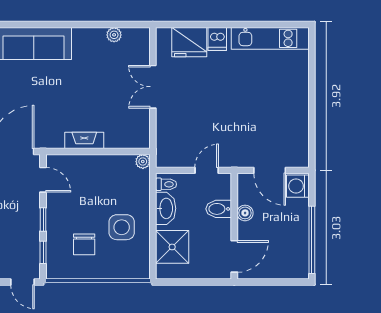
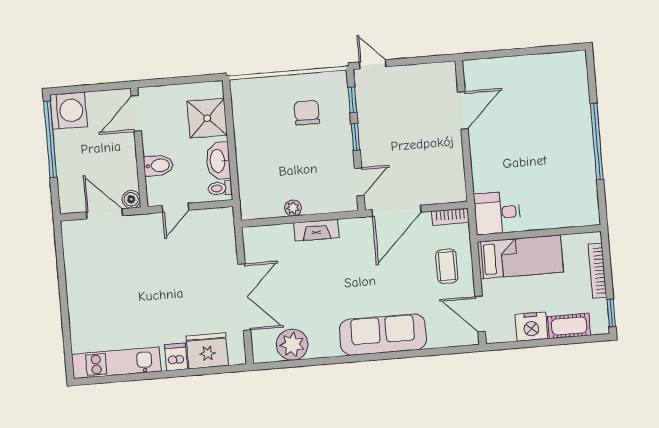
plant: (114, 35) -> (292, 345), width x1.87, depth x1.87
double door: (153, 87) -> (244, 297), width x1.37
plant: (143, 162) -> (293, 208), moved
door: (43, 180) -> (359, 182), swing flipped
washing machine: (298, 186) -> (69, 111), moved, width x1.37, depth x1.37
boiler: (245, 213) -> (131, 199), moved
side table: (122, 227) -> (266, 136), removed

